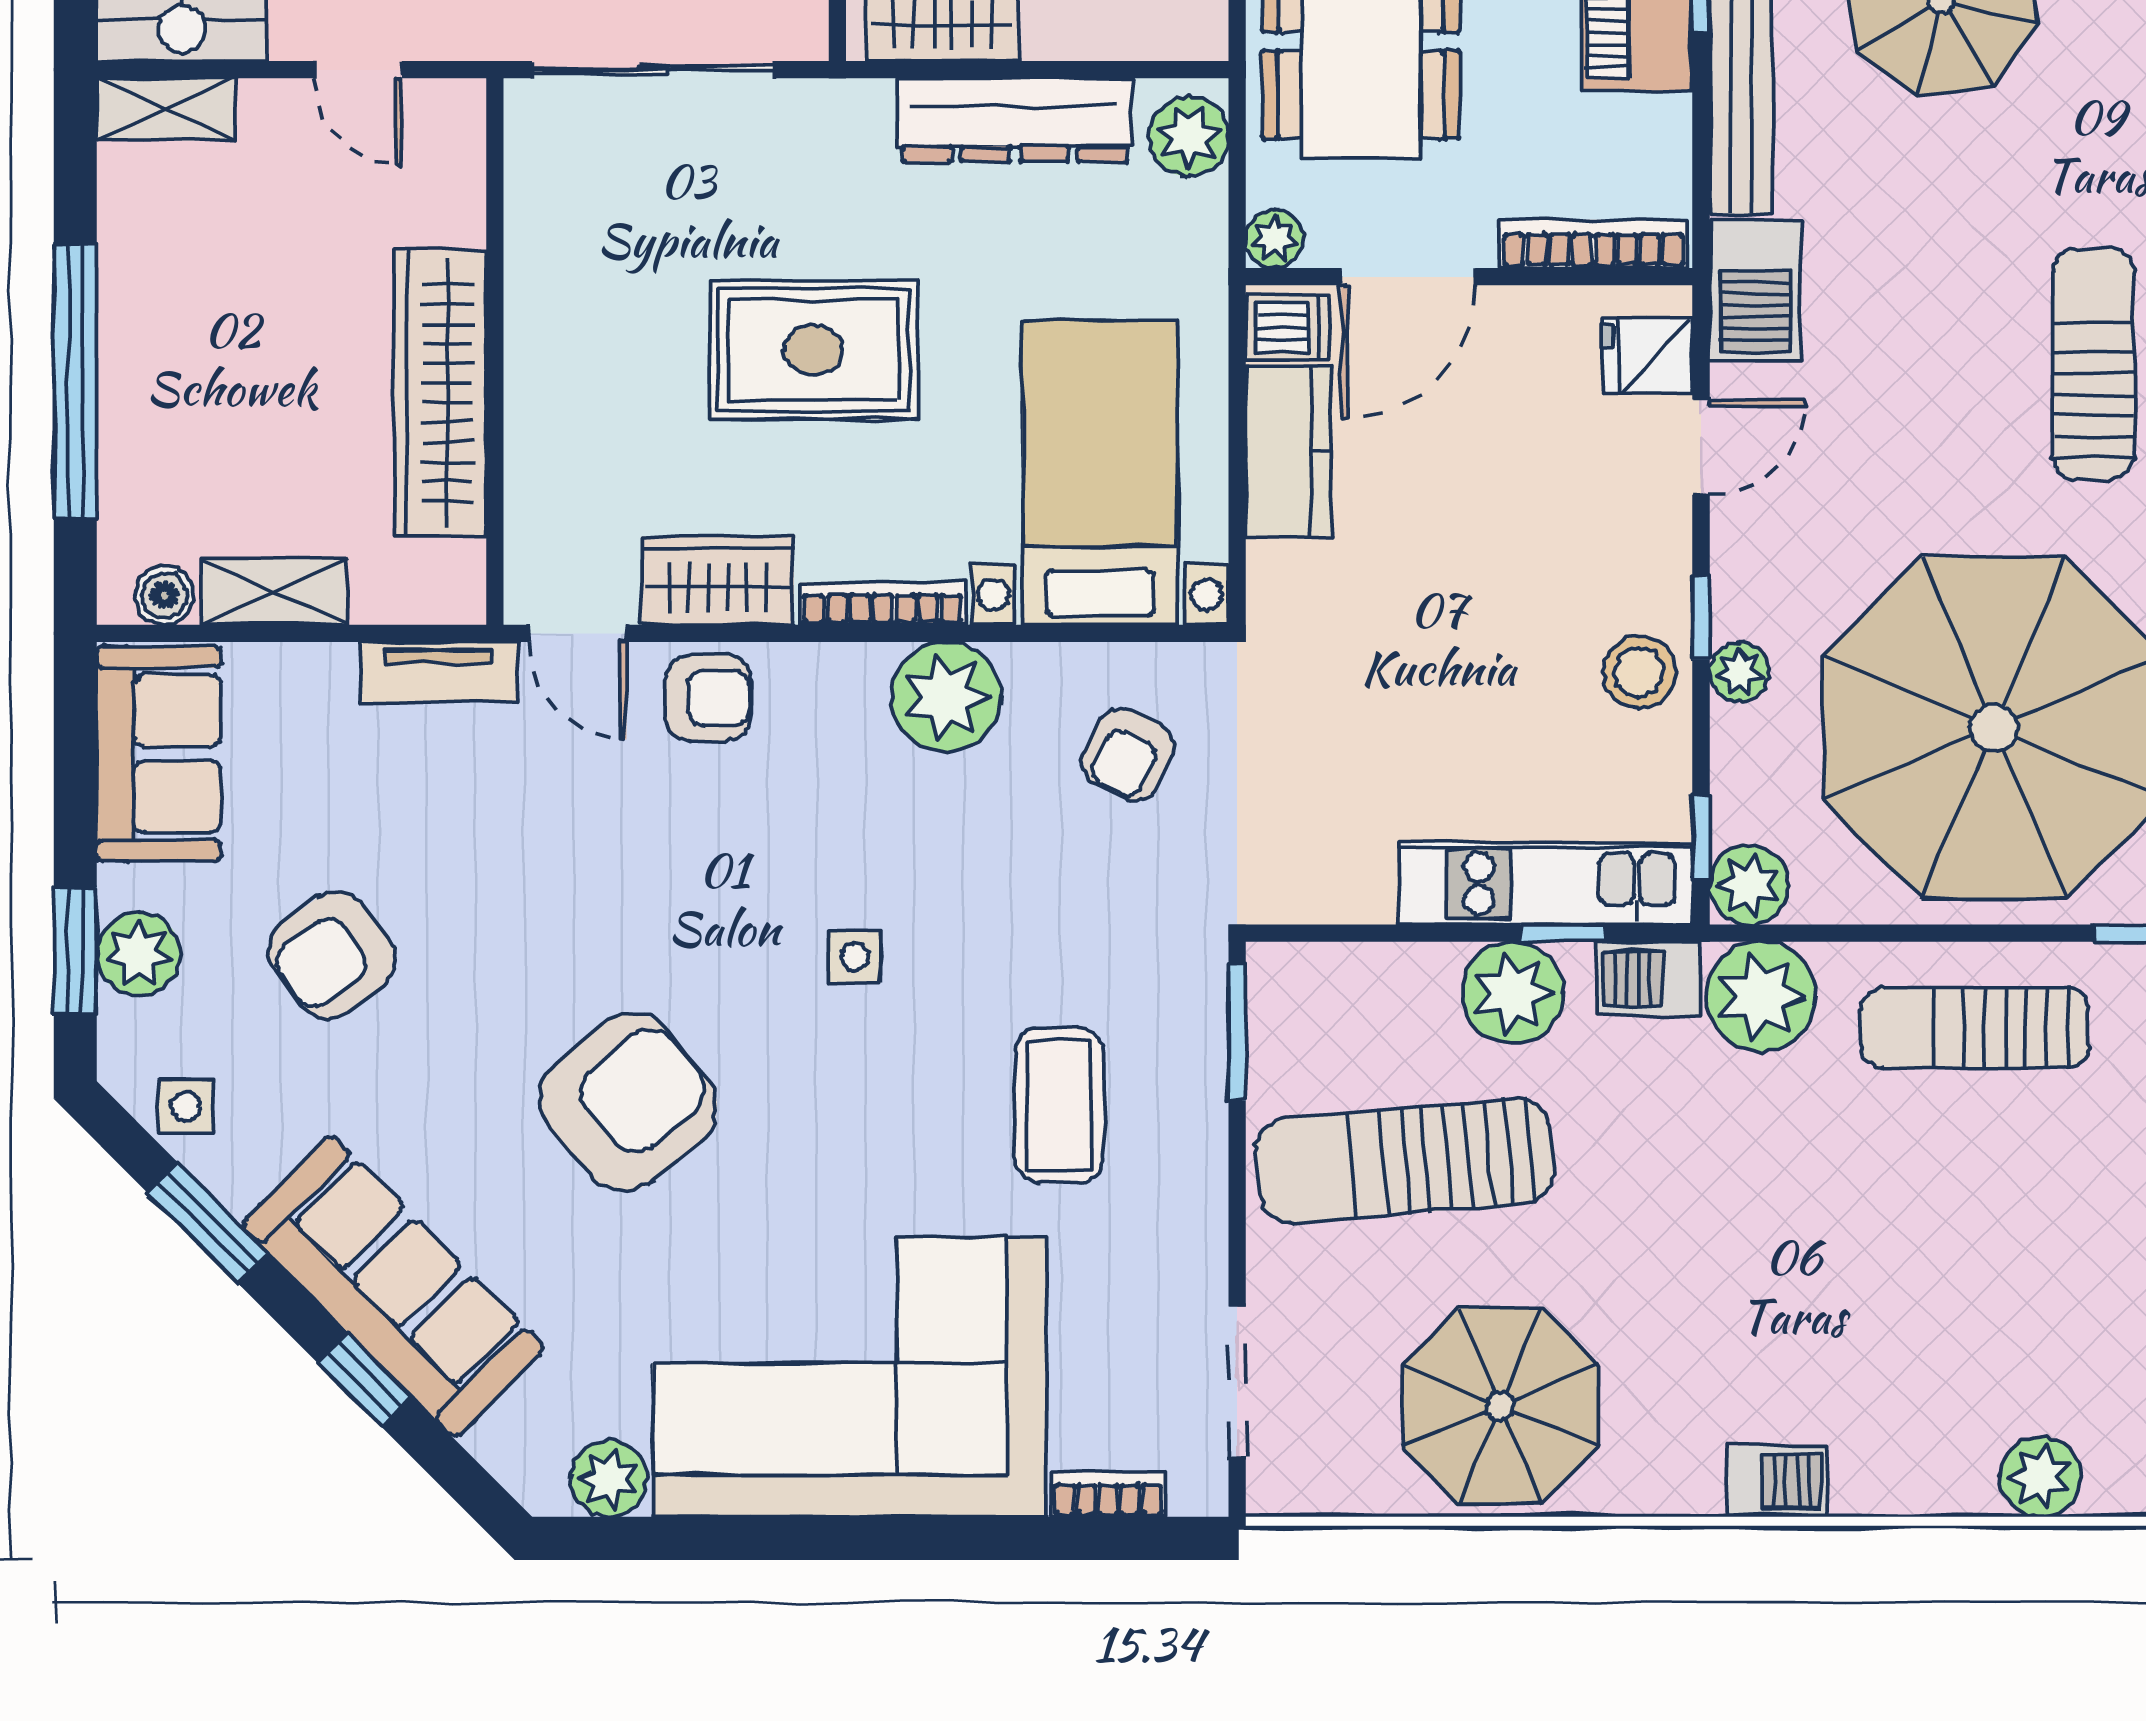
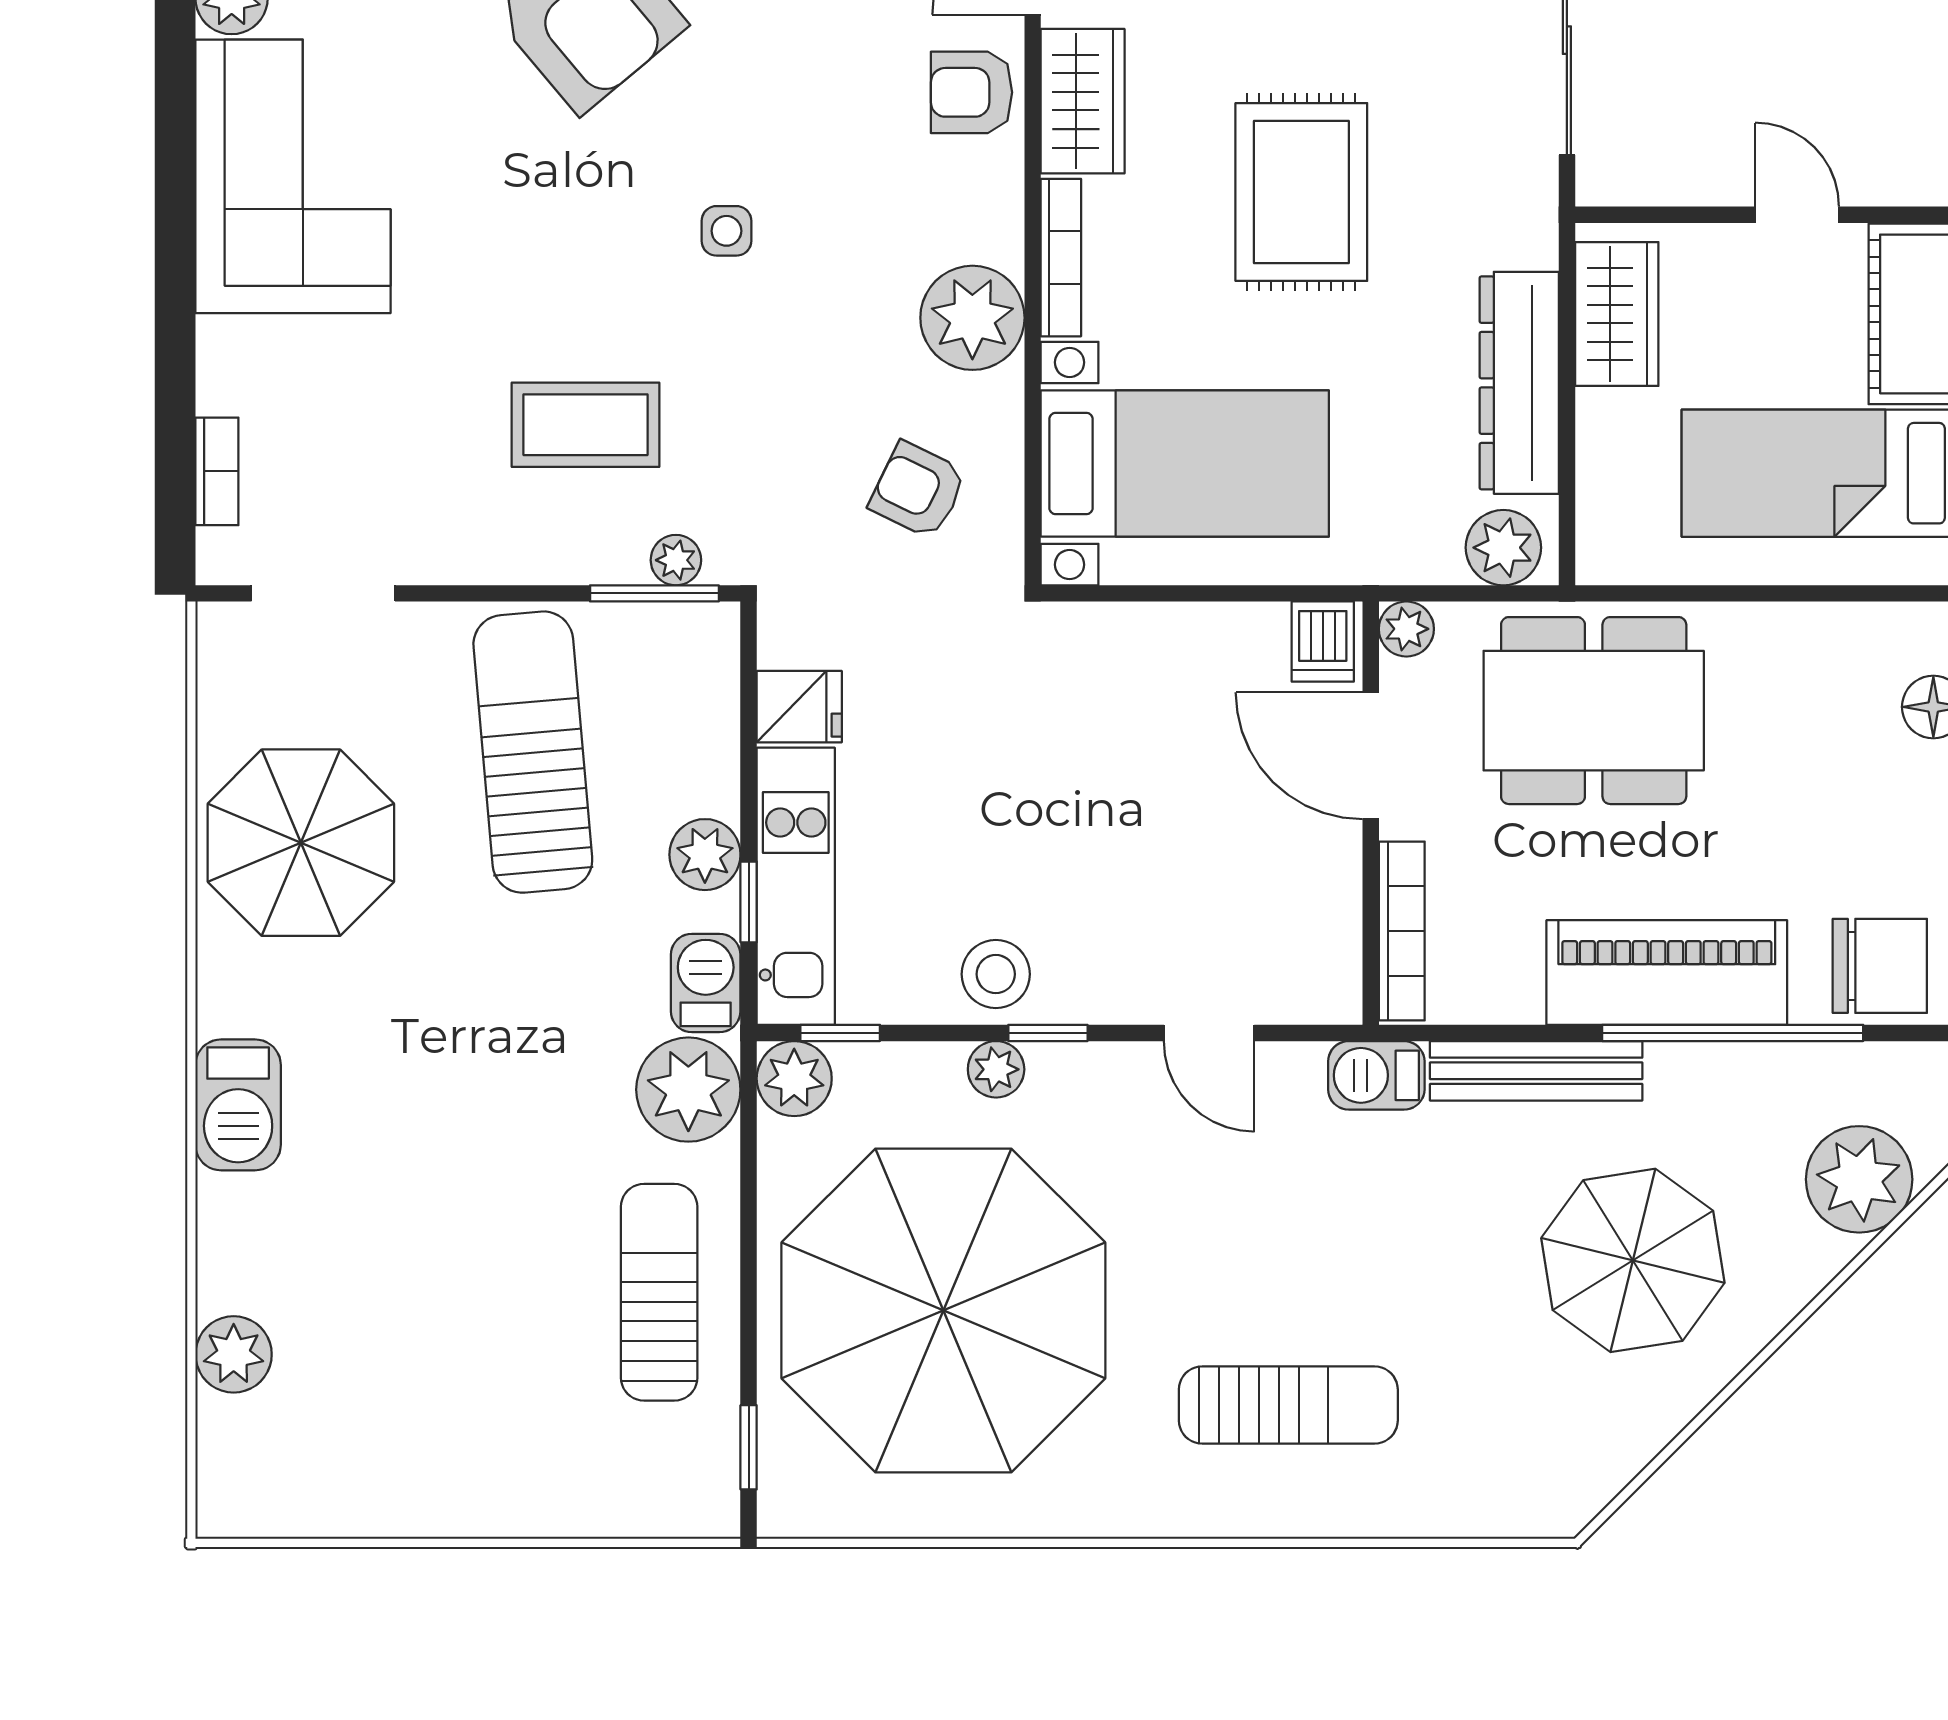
barbecue: (1755, 290) -> (1376, 1075), width x0.73, depth x0.79
fridge: (1648, 356) -> (799, 707), moved, turned 90
kitchen counter: (1288, 451) -> (1205, 642), removed
armchair: (708, 698) -> (972, 92), turned 90
plant: (1513, 993) -> (705, 855), width x0.73, depth x0.73
plant: (1202, 1010) -> (676, 560), added
corner sofa: (849, 1377) -> (293, 176), width x0.73, depth x0.74
barbecue: (1777, 1481) -> (238, 1105), width x1.38, depth x1.27

